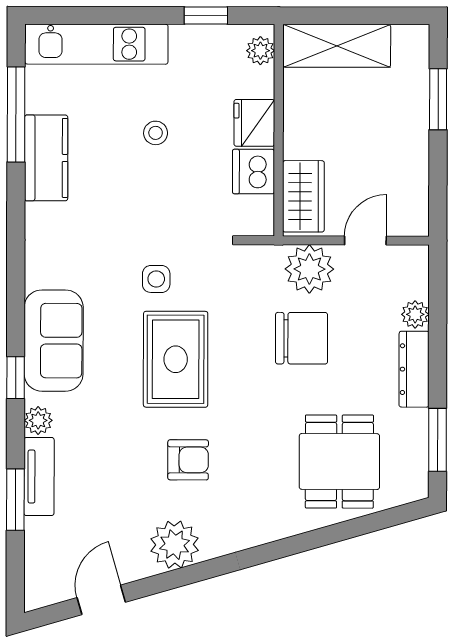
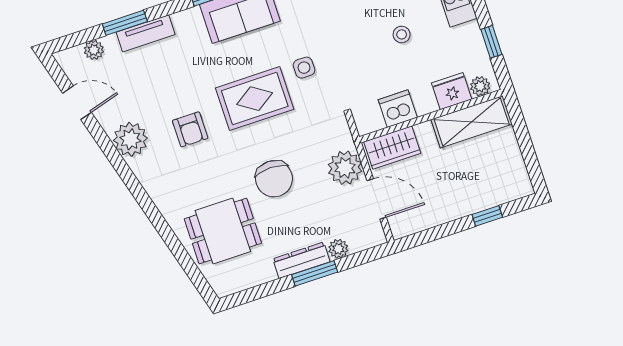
shelving: (337, 46) -> (472, 122), moved, turned 90
window: (438, 99) -> (487, 216), width x0.67
fridge: (254, 123) -> (452, 91), moved
door: (365, 241) -> (377, 199), width x1.38
chair: (302, 338) -> (274, 179), moved
plant: (38, 420) -> (94, 50), moved
window: (437, 440) -> (315, 273), moved

